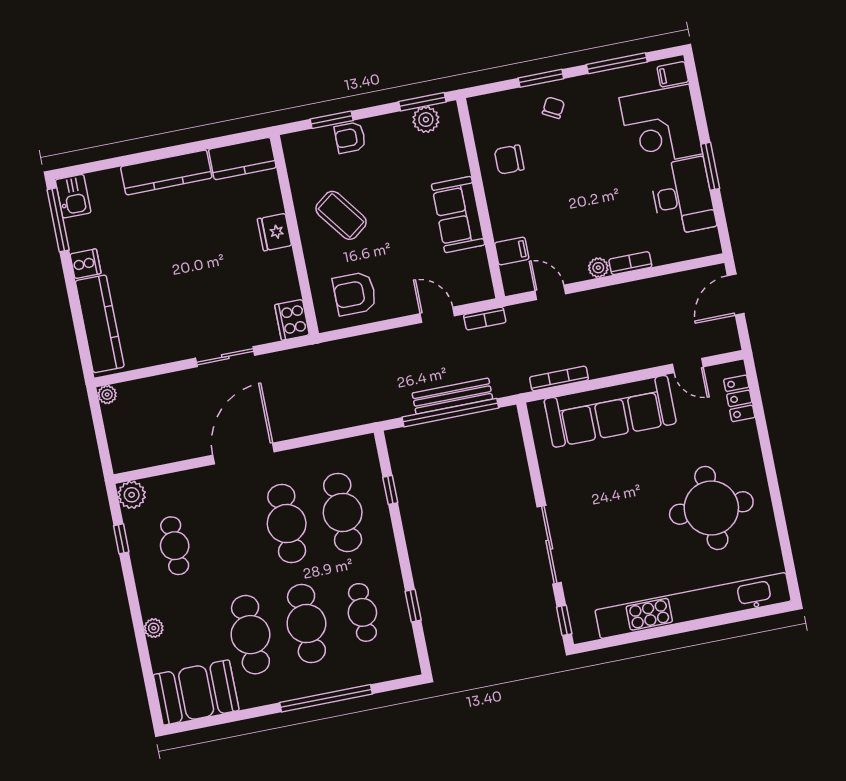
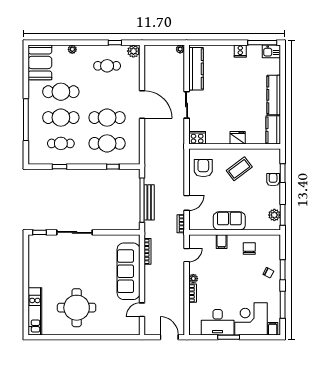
filing cabinet: (512, 251) -> (222, 242), moved
kitchen counter: (100, 324) -> (196, 69), moved, turned -90
locker: (739, 398) -> (123, 330), removed
kitchen unit: (693, 606) -> (35, 311), width x0.54

